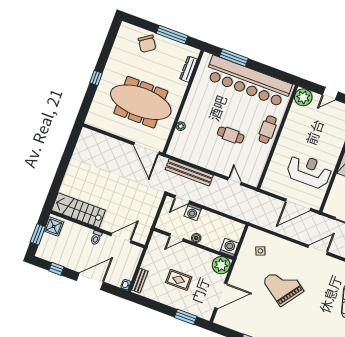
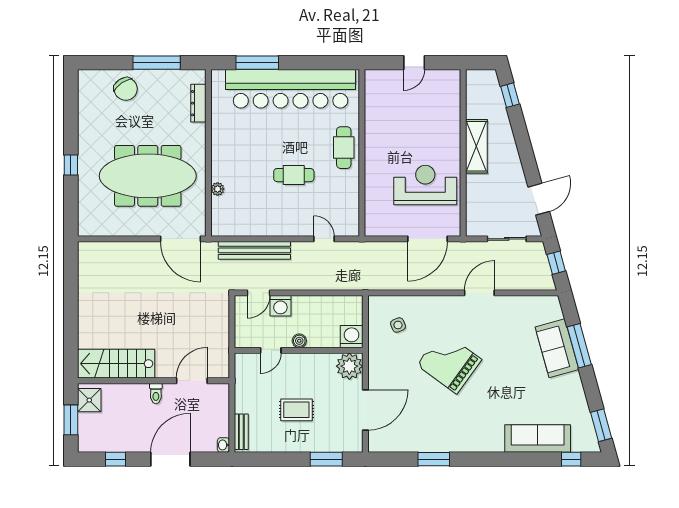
plant: (303, 97) -> (378, 82), removed

